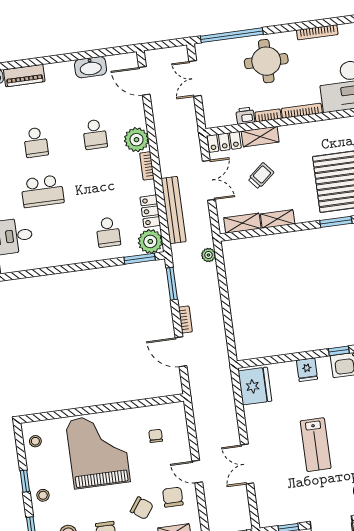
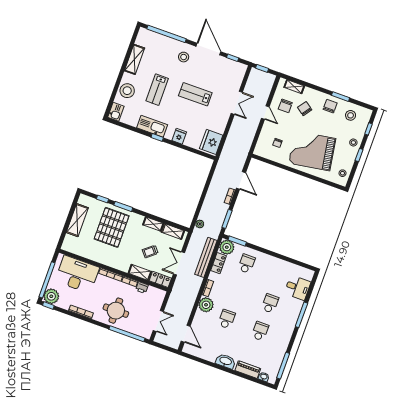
washbasin: (91, 67) -> (226, 361), moved
school desk: (42, 191) -> (270, 303), width x0.54
lab bench: (316, 445) -> (195, 94), turned -90
grand piano: (98, 451) -> (312, 151), turned 81

